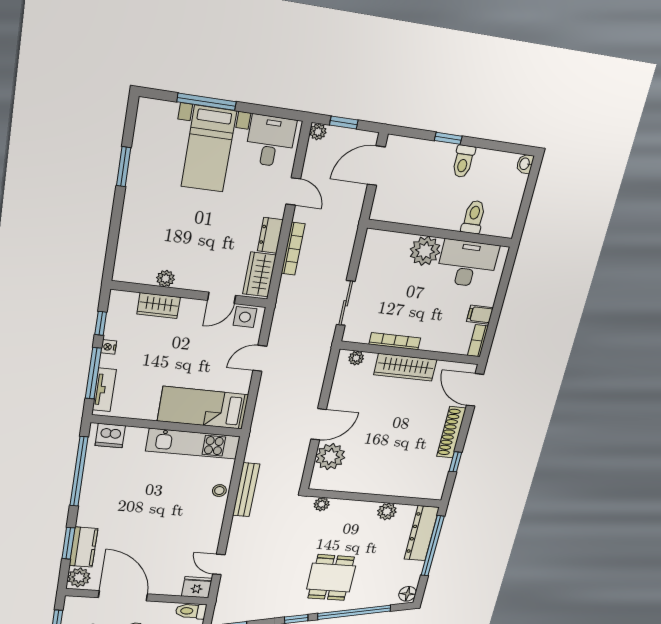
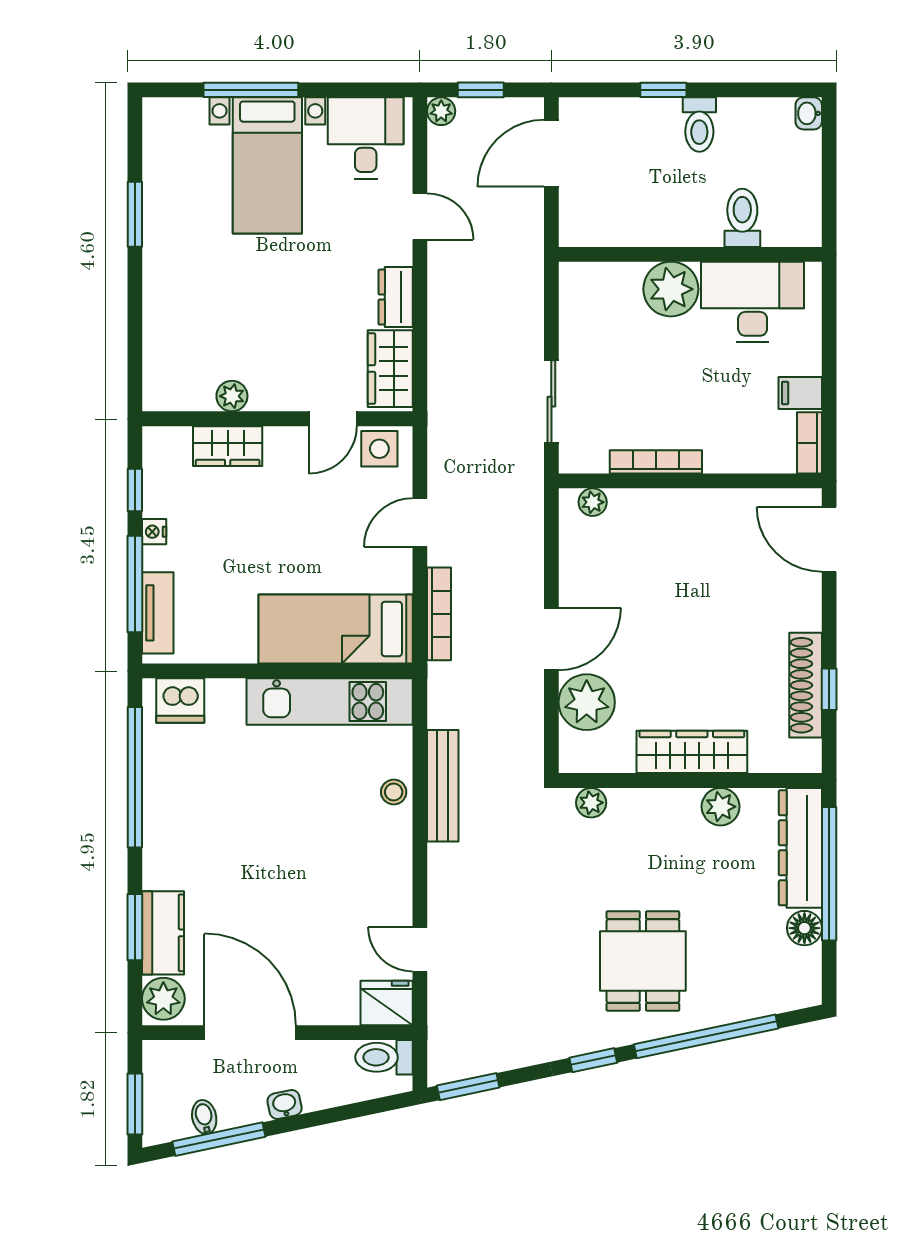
bookcase: (293, 249) -> (439, 614), moved
wardrobe: (405, 367) -> (692, 752), moved, turned 180
shoe rack: (451, 432) -> (806, 685), moved
floor lamp: (407, 594) -> (804, 928), moved

